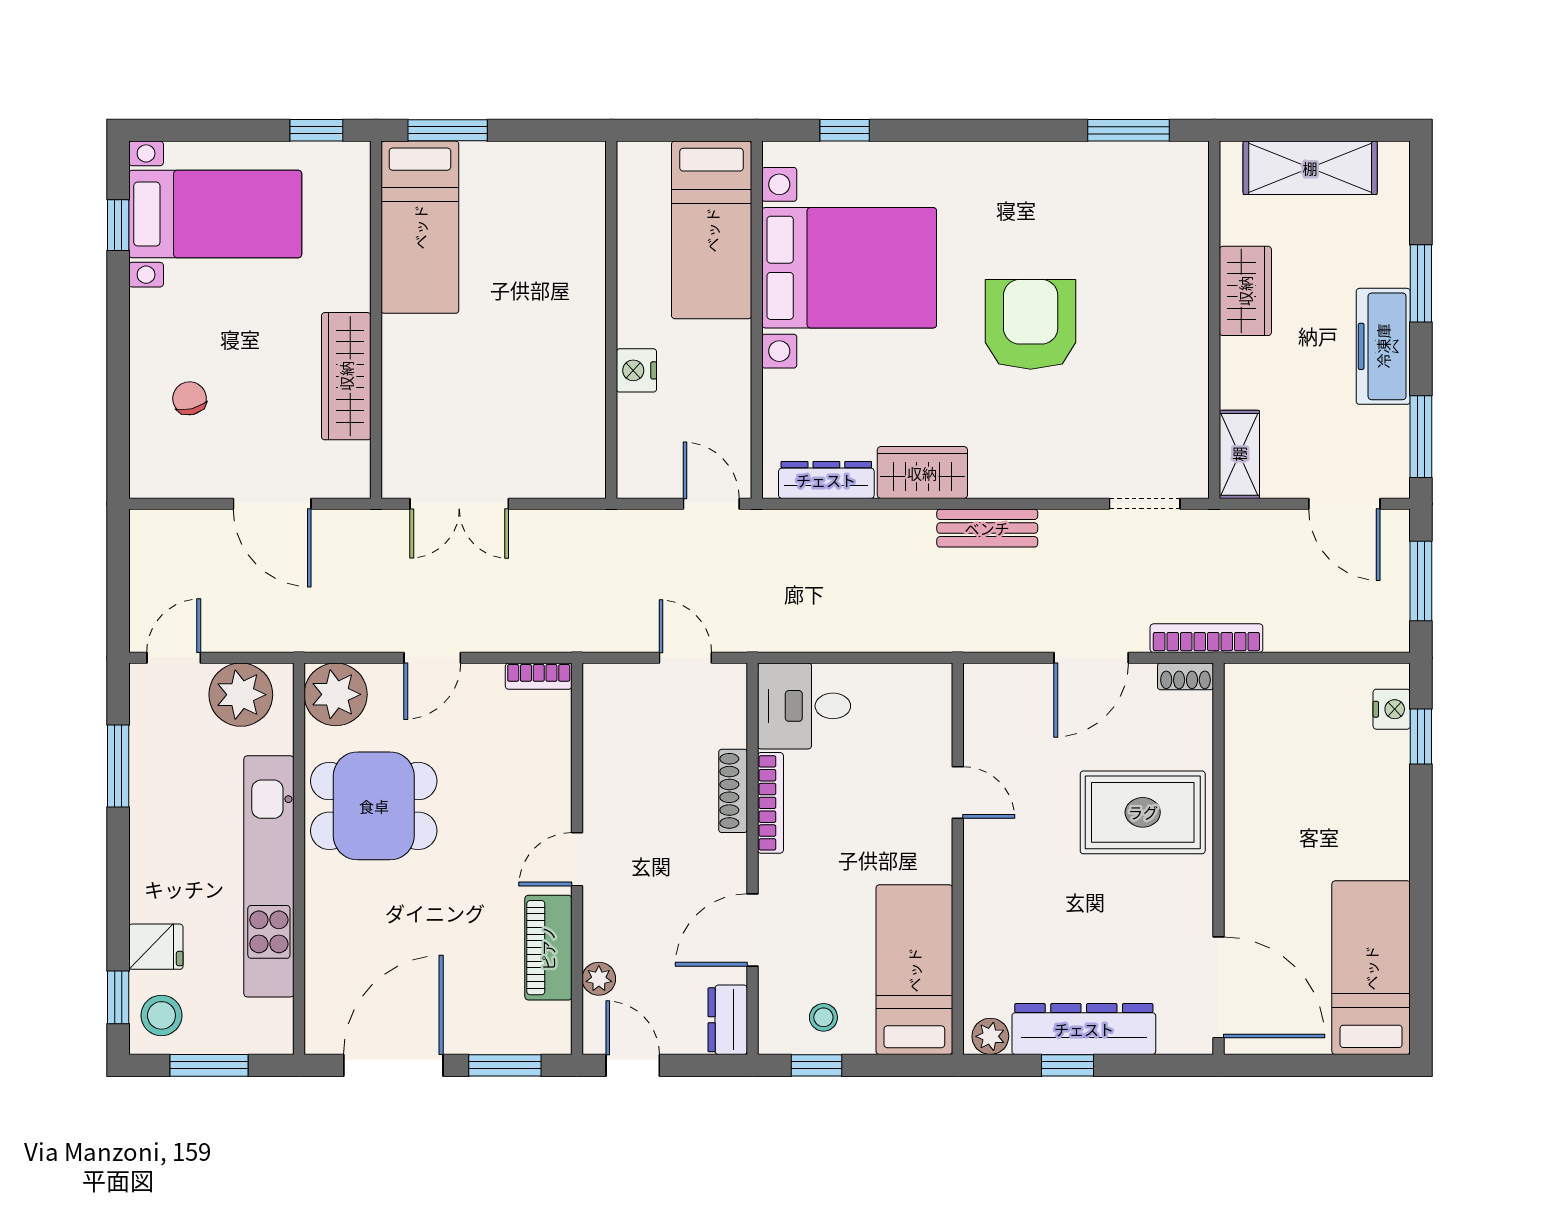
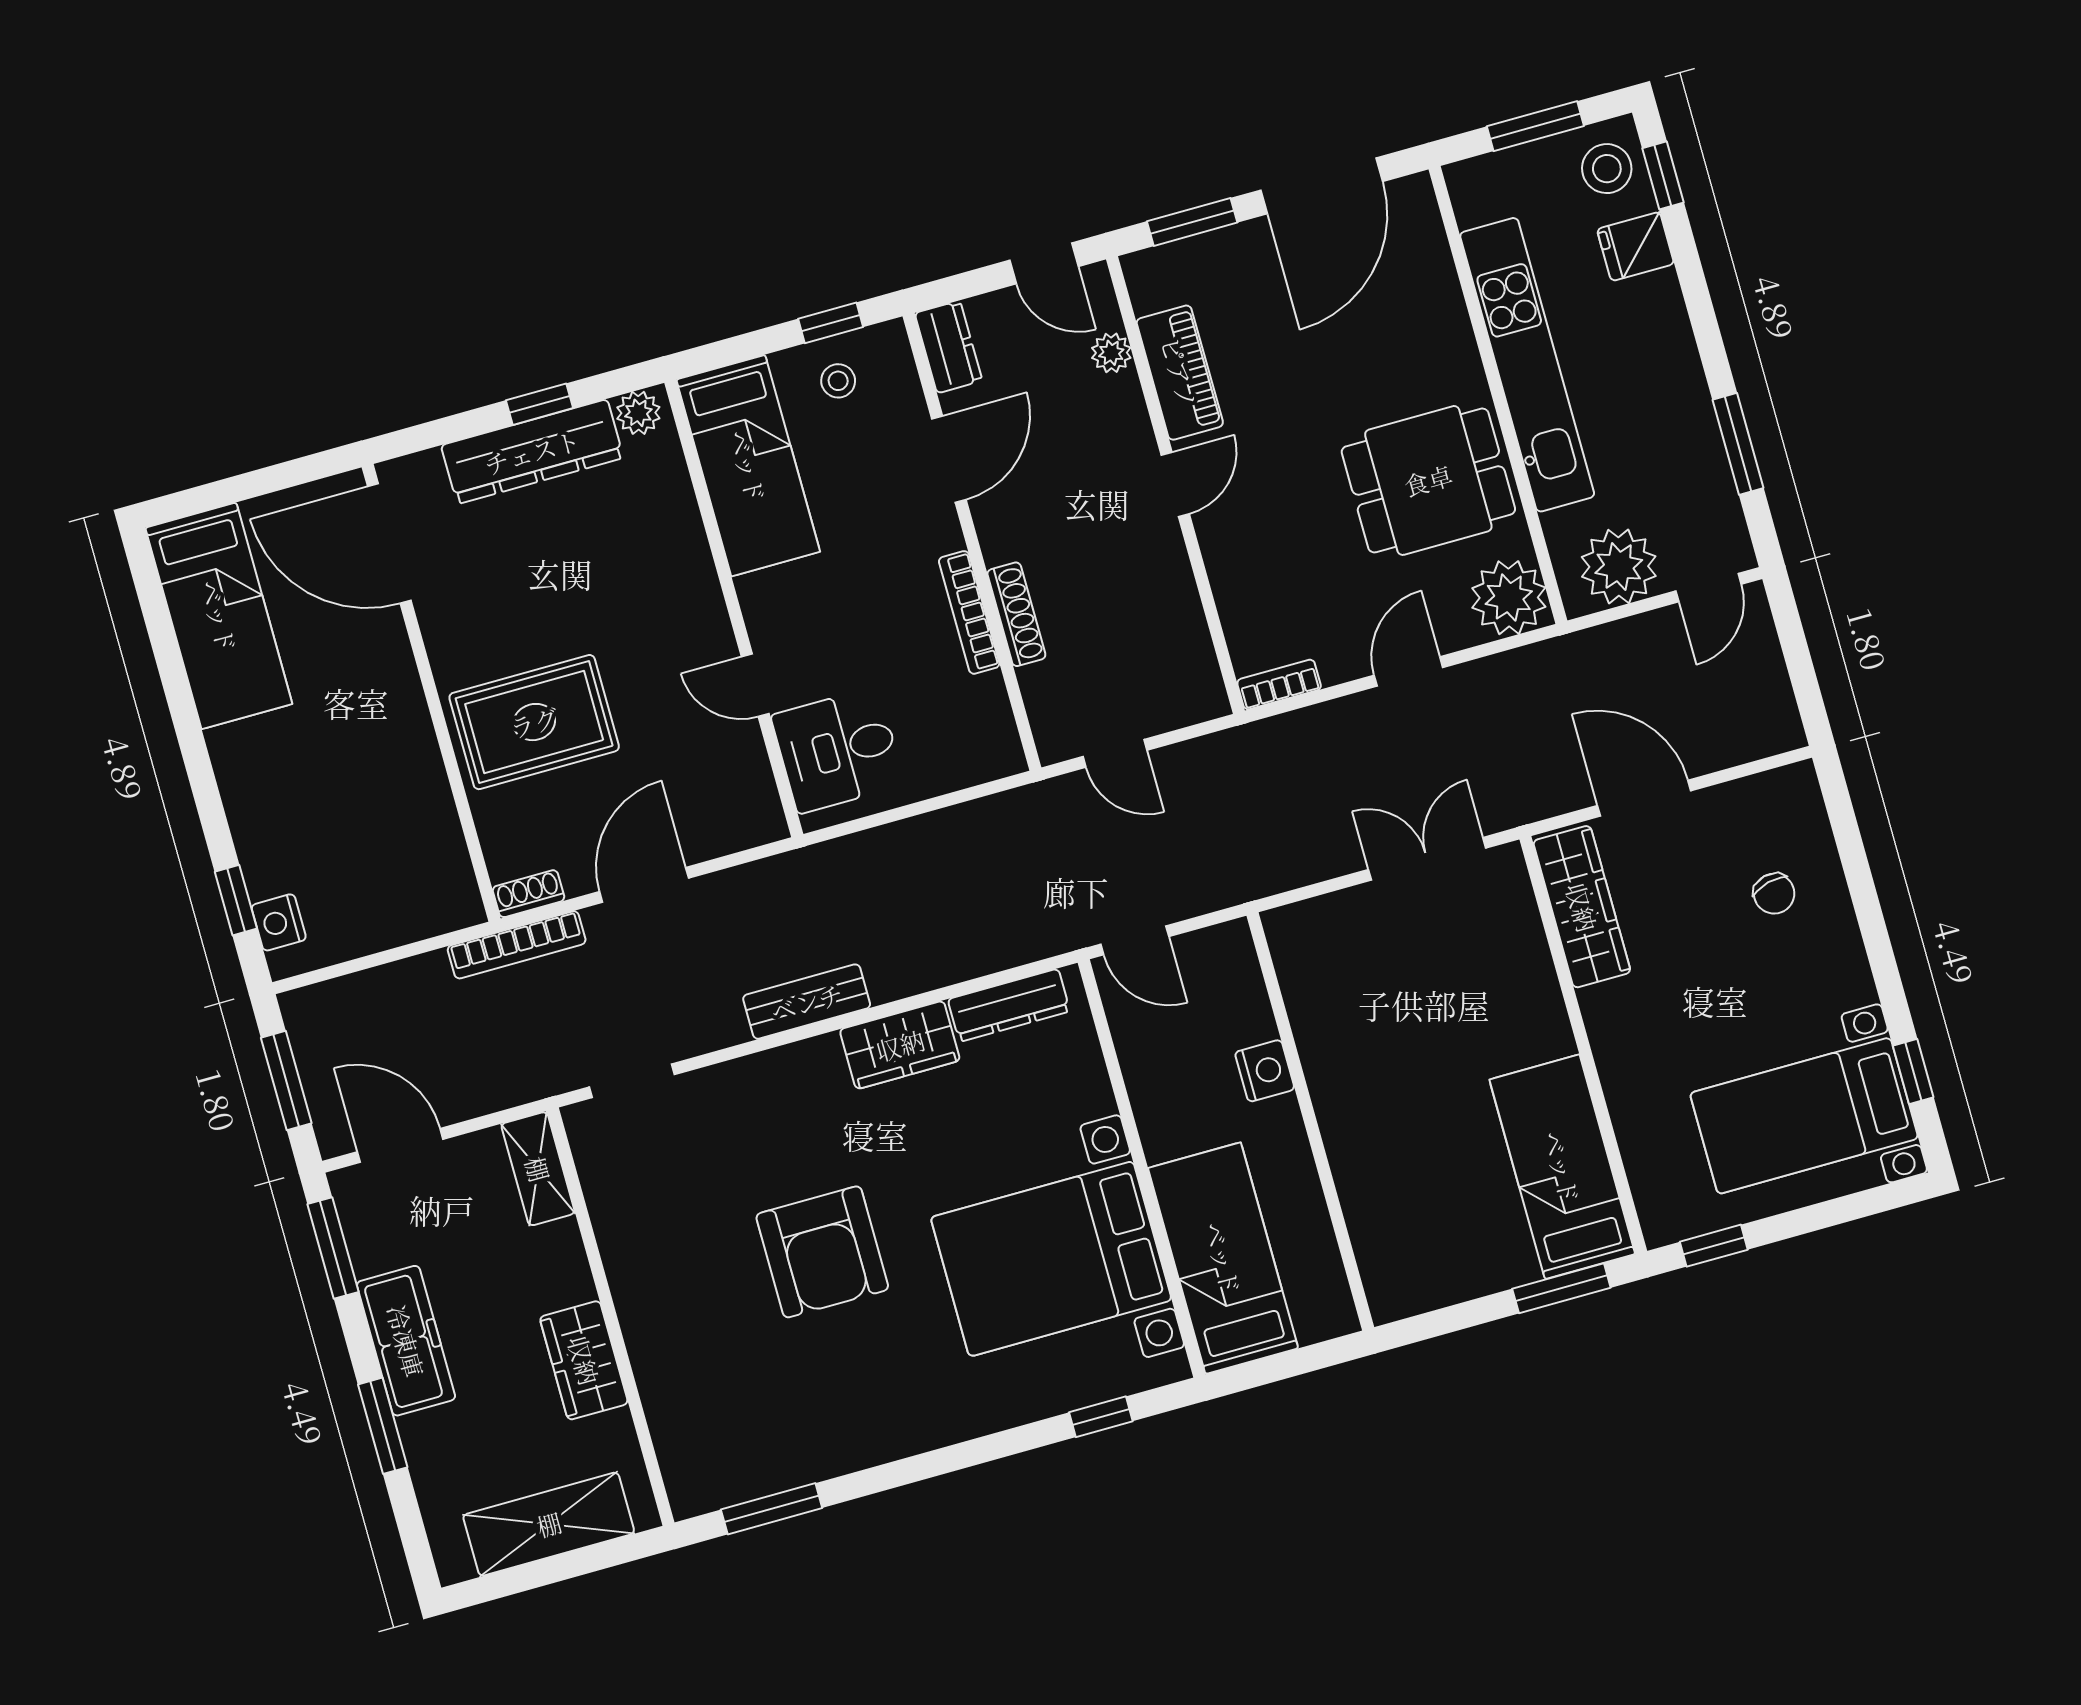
wardrobe: (346, 376) -> (1582, 907), moved
desk: (804, 706) -> (838, 750), moved, turned 180

